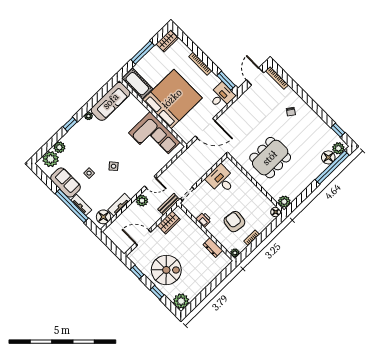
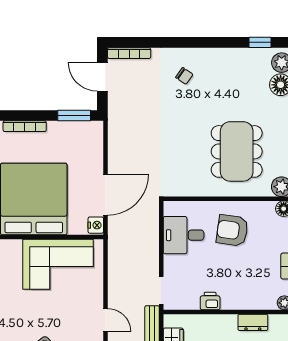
desk: (221, 96) -> (87, 139), removed
nightstand: (188, 137) -> (96, 225), added
dining table: (270, 158) -> (237, 151), moved
door: (150, 182) -> (105, 320), hinge flipped
armchair: (234, 222) -> (232, 230), moved

